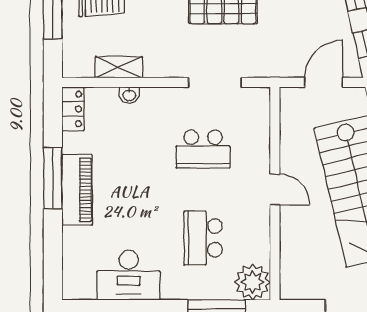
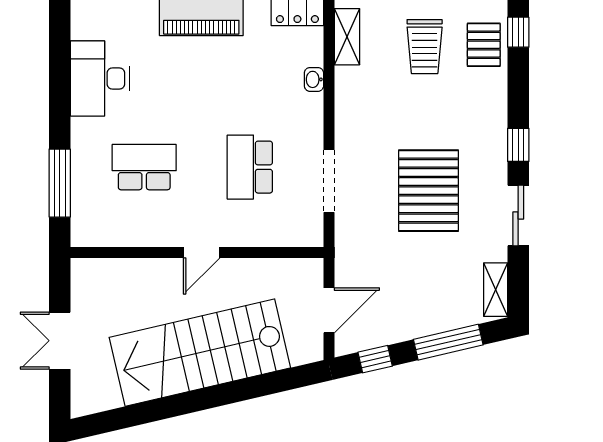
shelving: (119, 67) -> (347, 37), moved
door: (324, 82) -> (329, 310), hinge flipped
plant: (253, 282) -> (92, 226), removed

